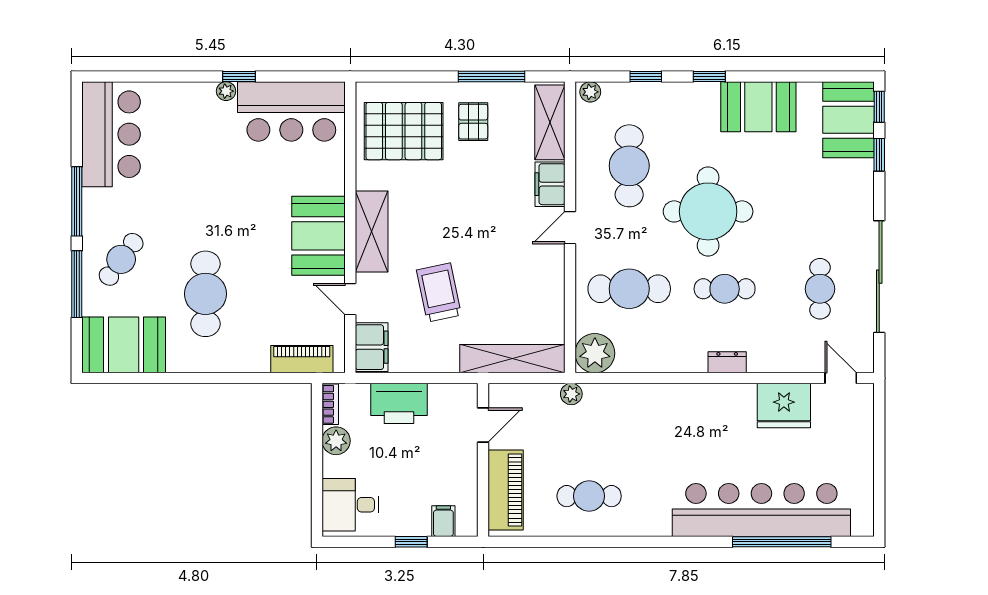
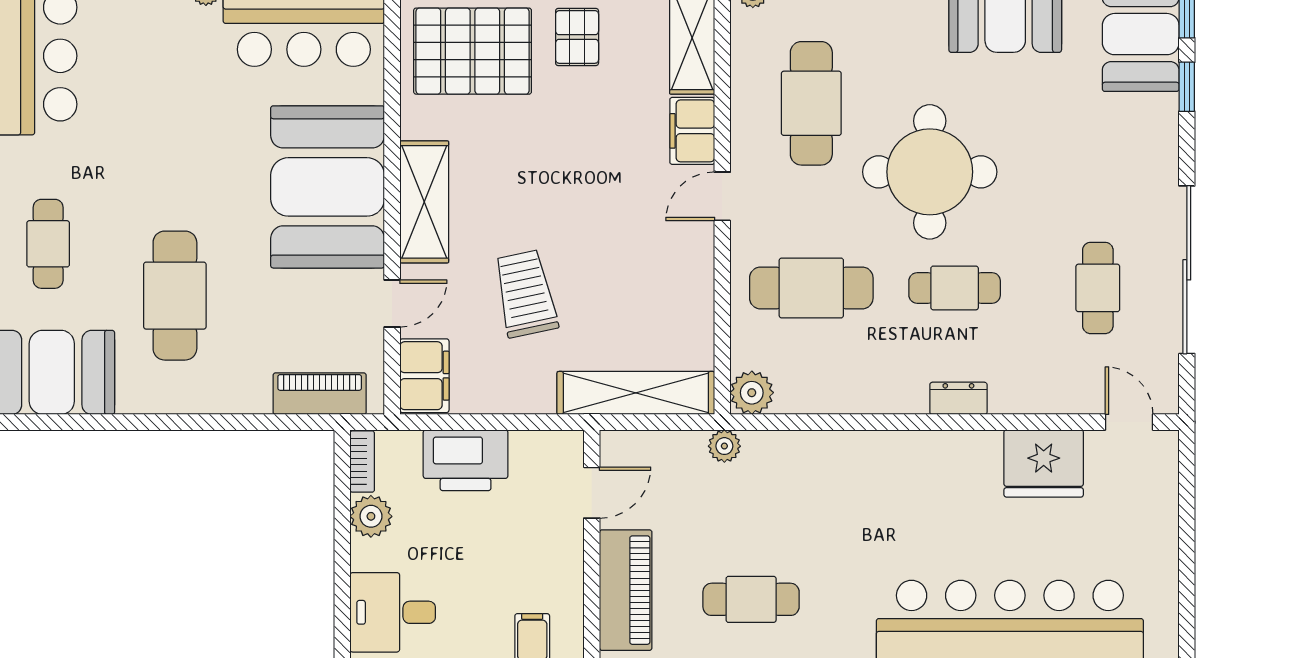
booth: (318, 236) -> (328, 187), width x1.36, depth x1.42
cafe table: (121, 259) -> (48, 244), turned -36
door: (350, 299) -> (392, 304), swing flipped
plant: (595, 353) -> (752, 393), width x0.73, depth x0.73

